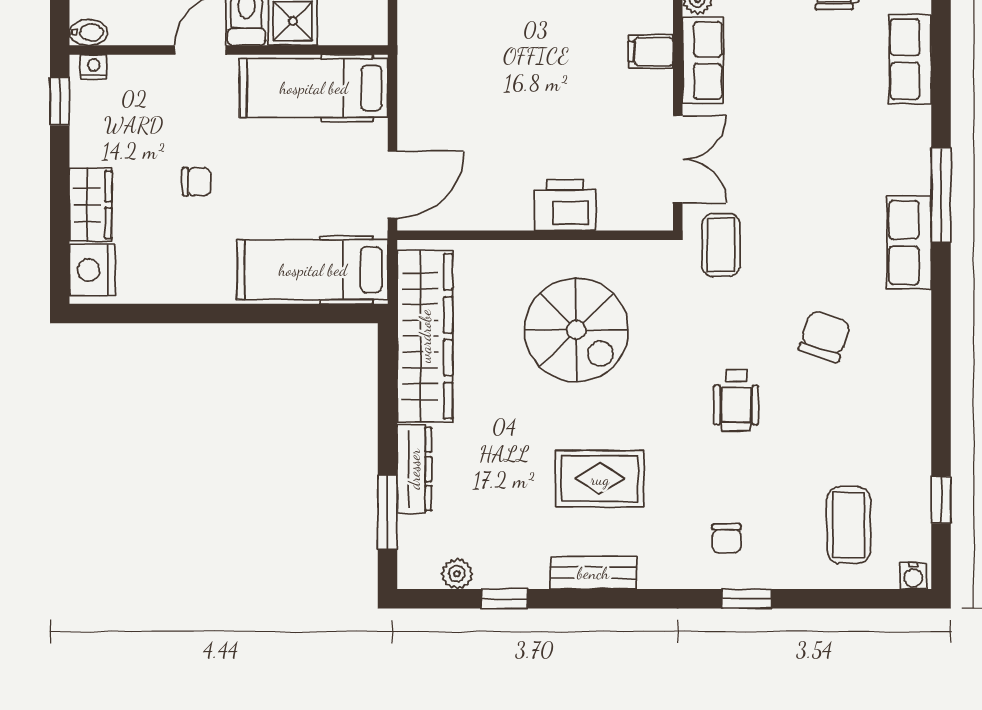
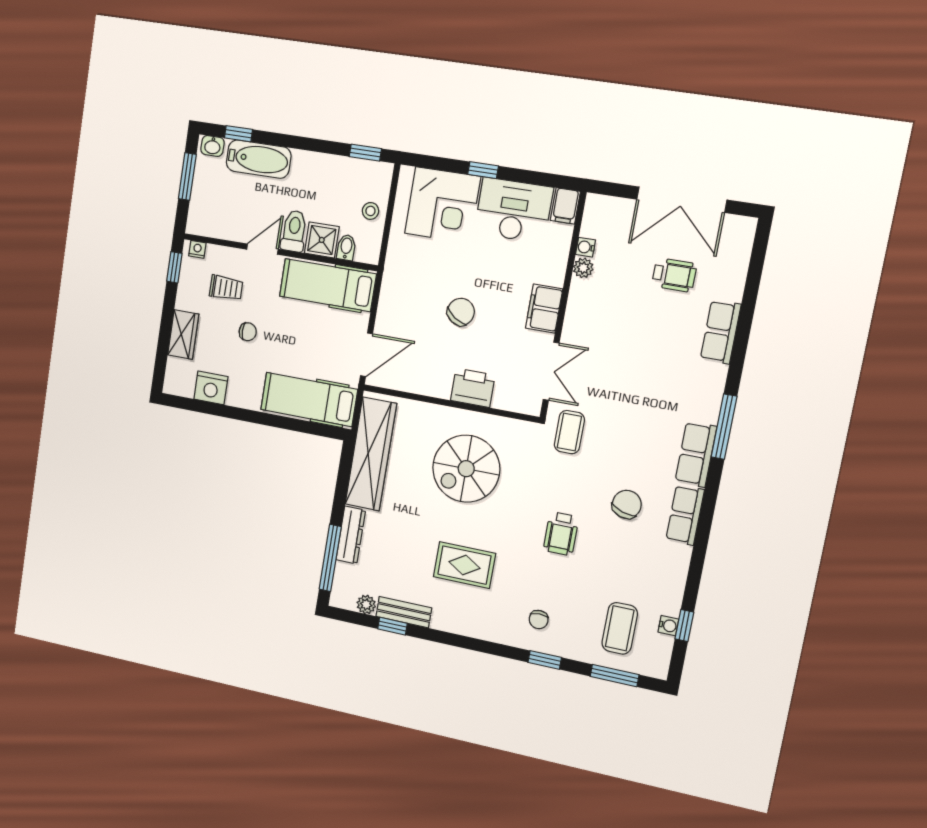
bidet: (89, 32) -> (346, 247), moved, turned -90
filing cabinet: (651, 51) -> (544, 309), width x2.00
row of seats: (703, 60) -> (685, 515), moved, turned 180
chair: (527, 94) -> (461, 312), added
trolley: (150, 119) -> (226, 288), added
nightstand: (92, 270) -> (211, 388), moved, turned -90
spiral stairs: (576, 330) -> (466, 469), turned 90
window: (387, 512) -> (330, 558), width x1.44
bench: (593, 573) -> (404, 612), moved
water cooler: (913, 576) -> (668, 626), moved, turned -90
window: (854, 599) -> (615, 676), added

